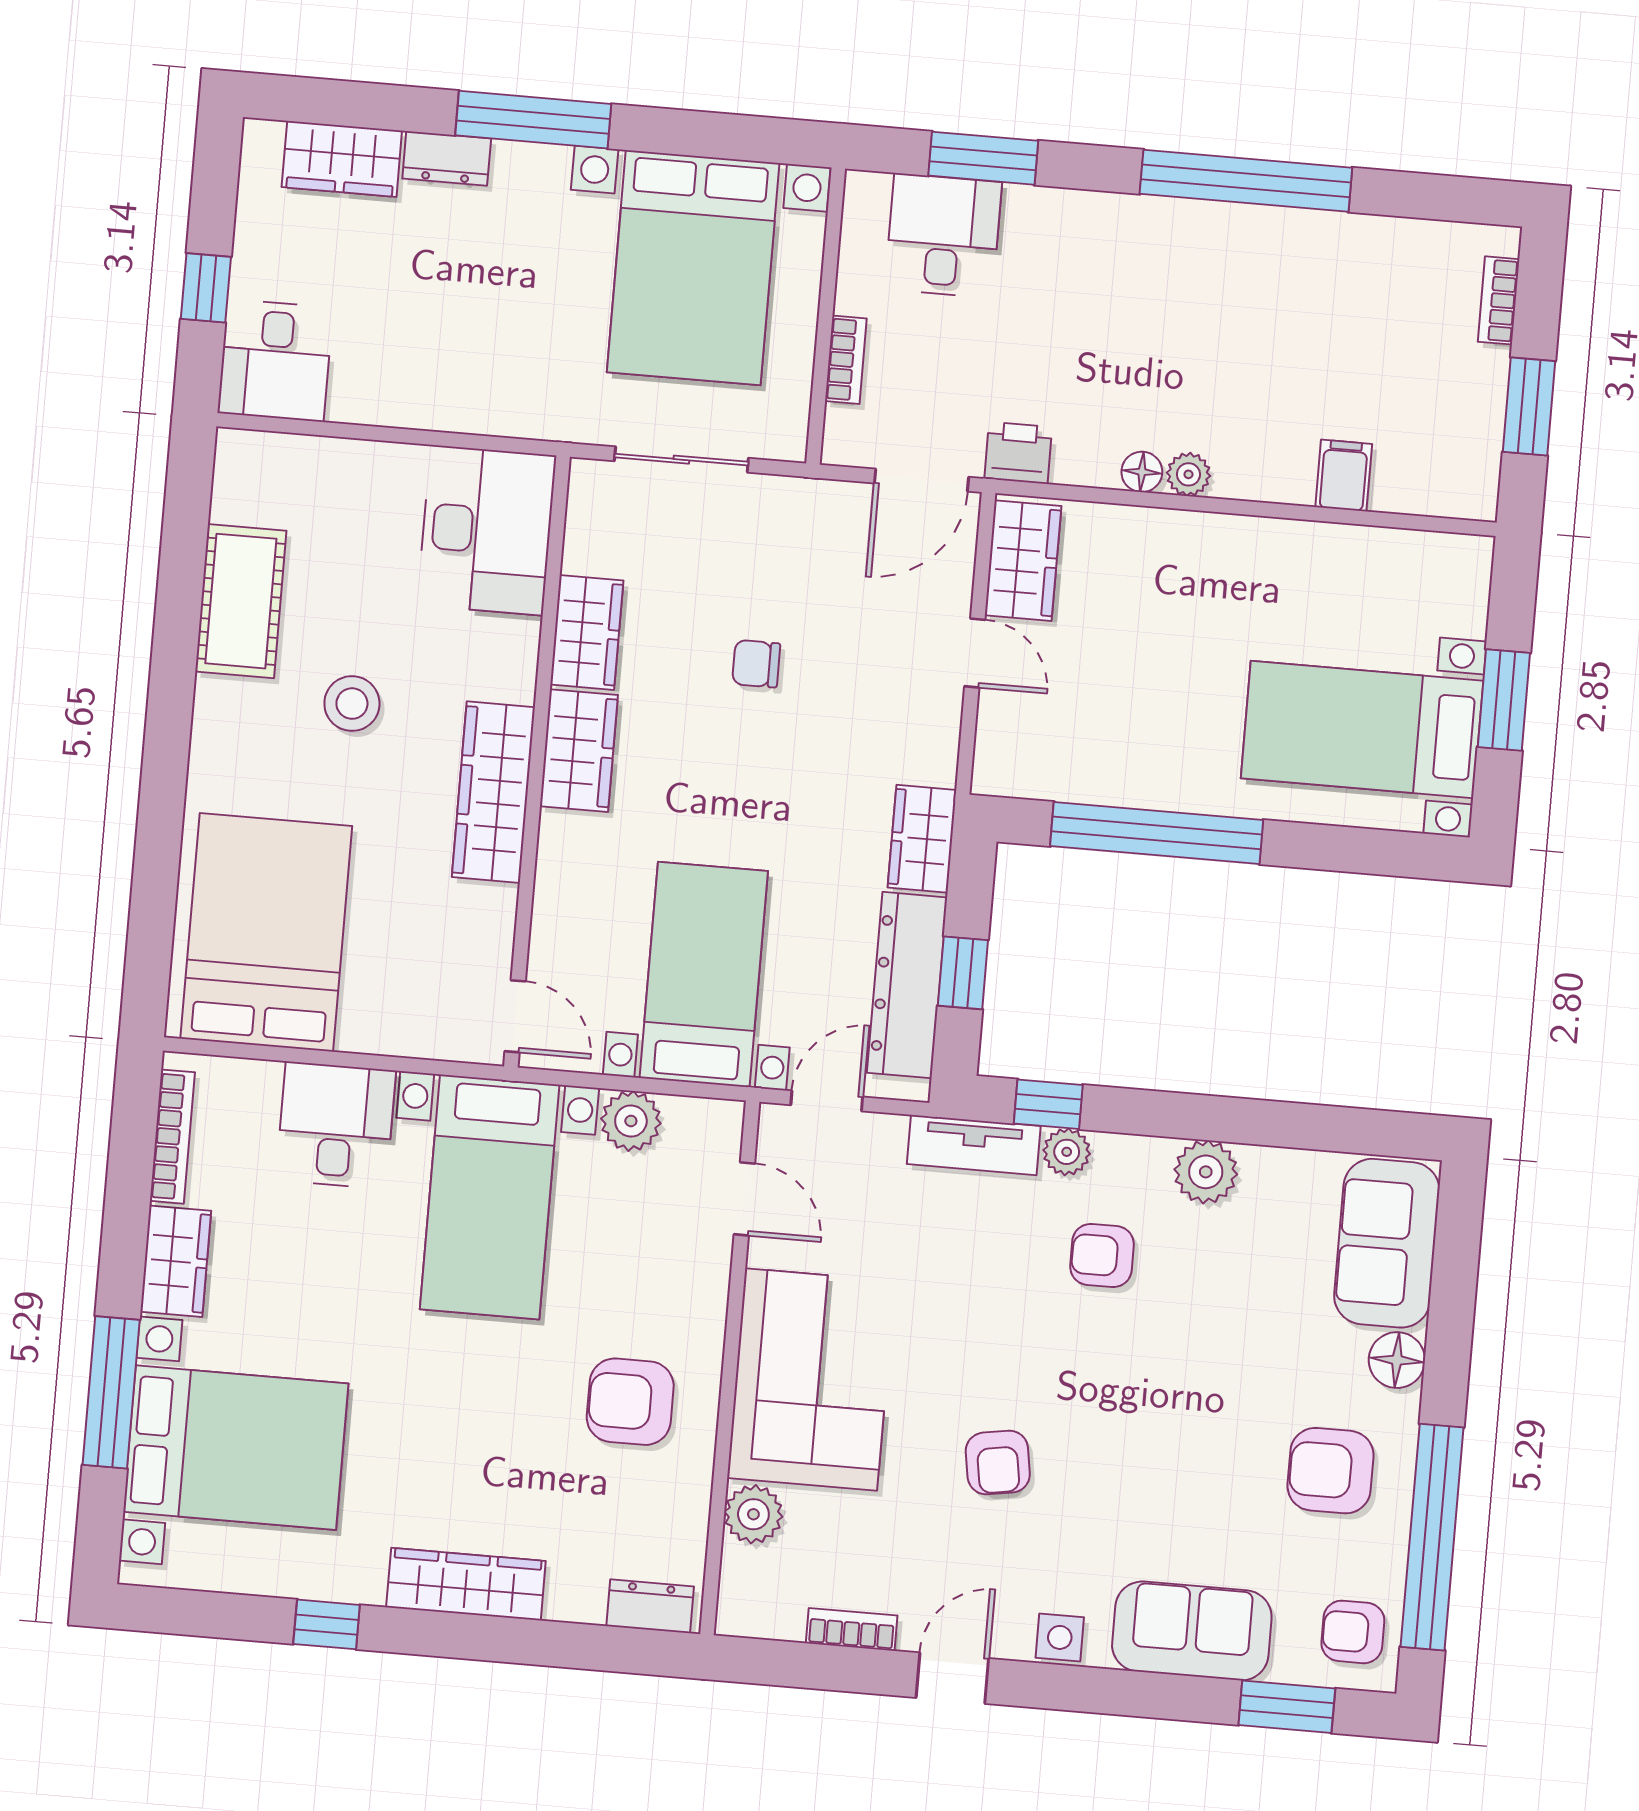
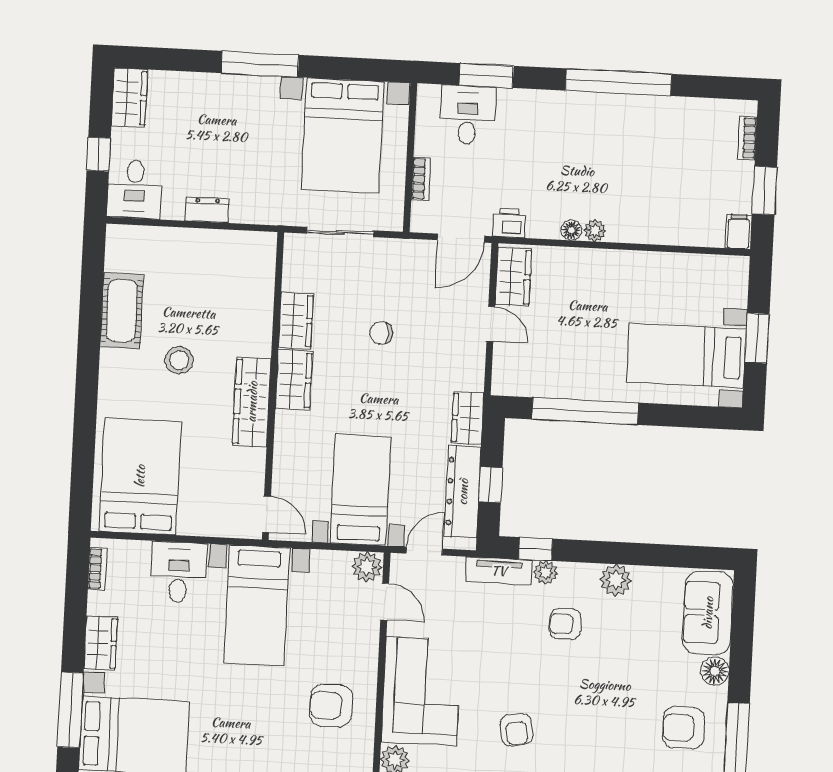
dresser: (447, 158) -> (207, 210), moved, turned 180
wardrobe: (342, 159) -> (129, 97), moved, turned -90
filing cabinet: (1344, 476) -> (738, 232), moved
desk: (487, 530) -> (244, 271), removed
plant: (631, 1121) -> (367, 567), moved
bookcase: (172, 1137) -> (97, 569), width x0.64

